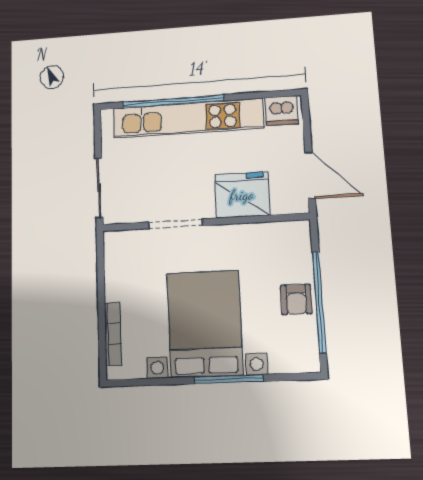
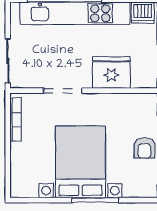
bookcase: (113, 334) -> (16, 120), moved

